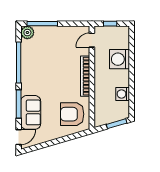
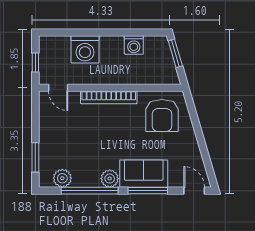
window: (42, 24) -> (35, 157), width x0.69
plant: (27, 33) -> (62, 178), moved
plant: (27, 77) -> (110, 179), added
sofa: (31, 112) -> (144, 174), moved

